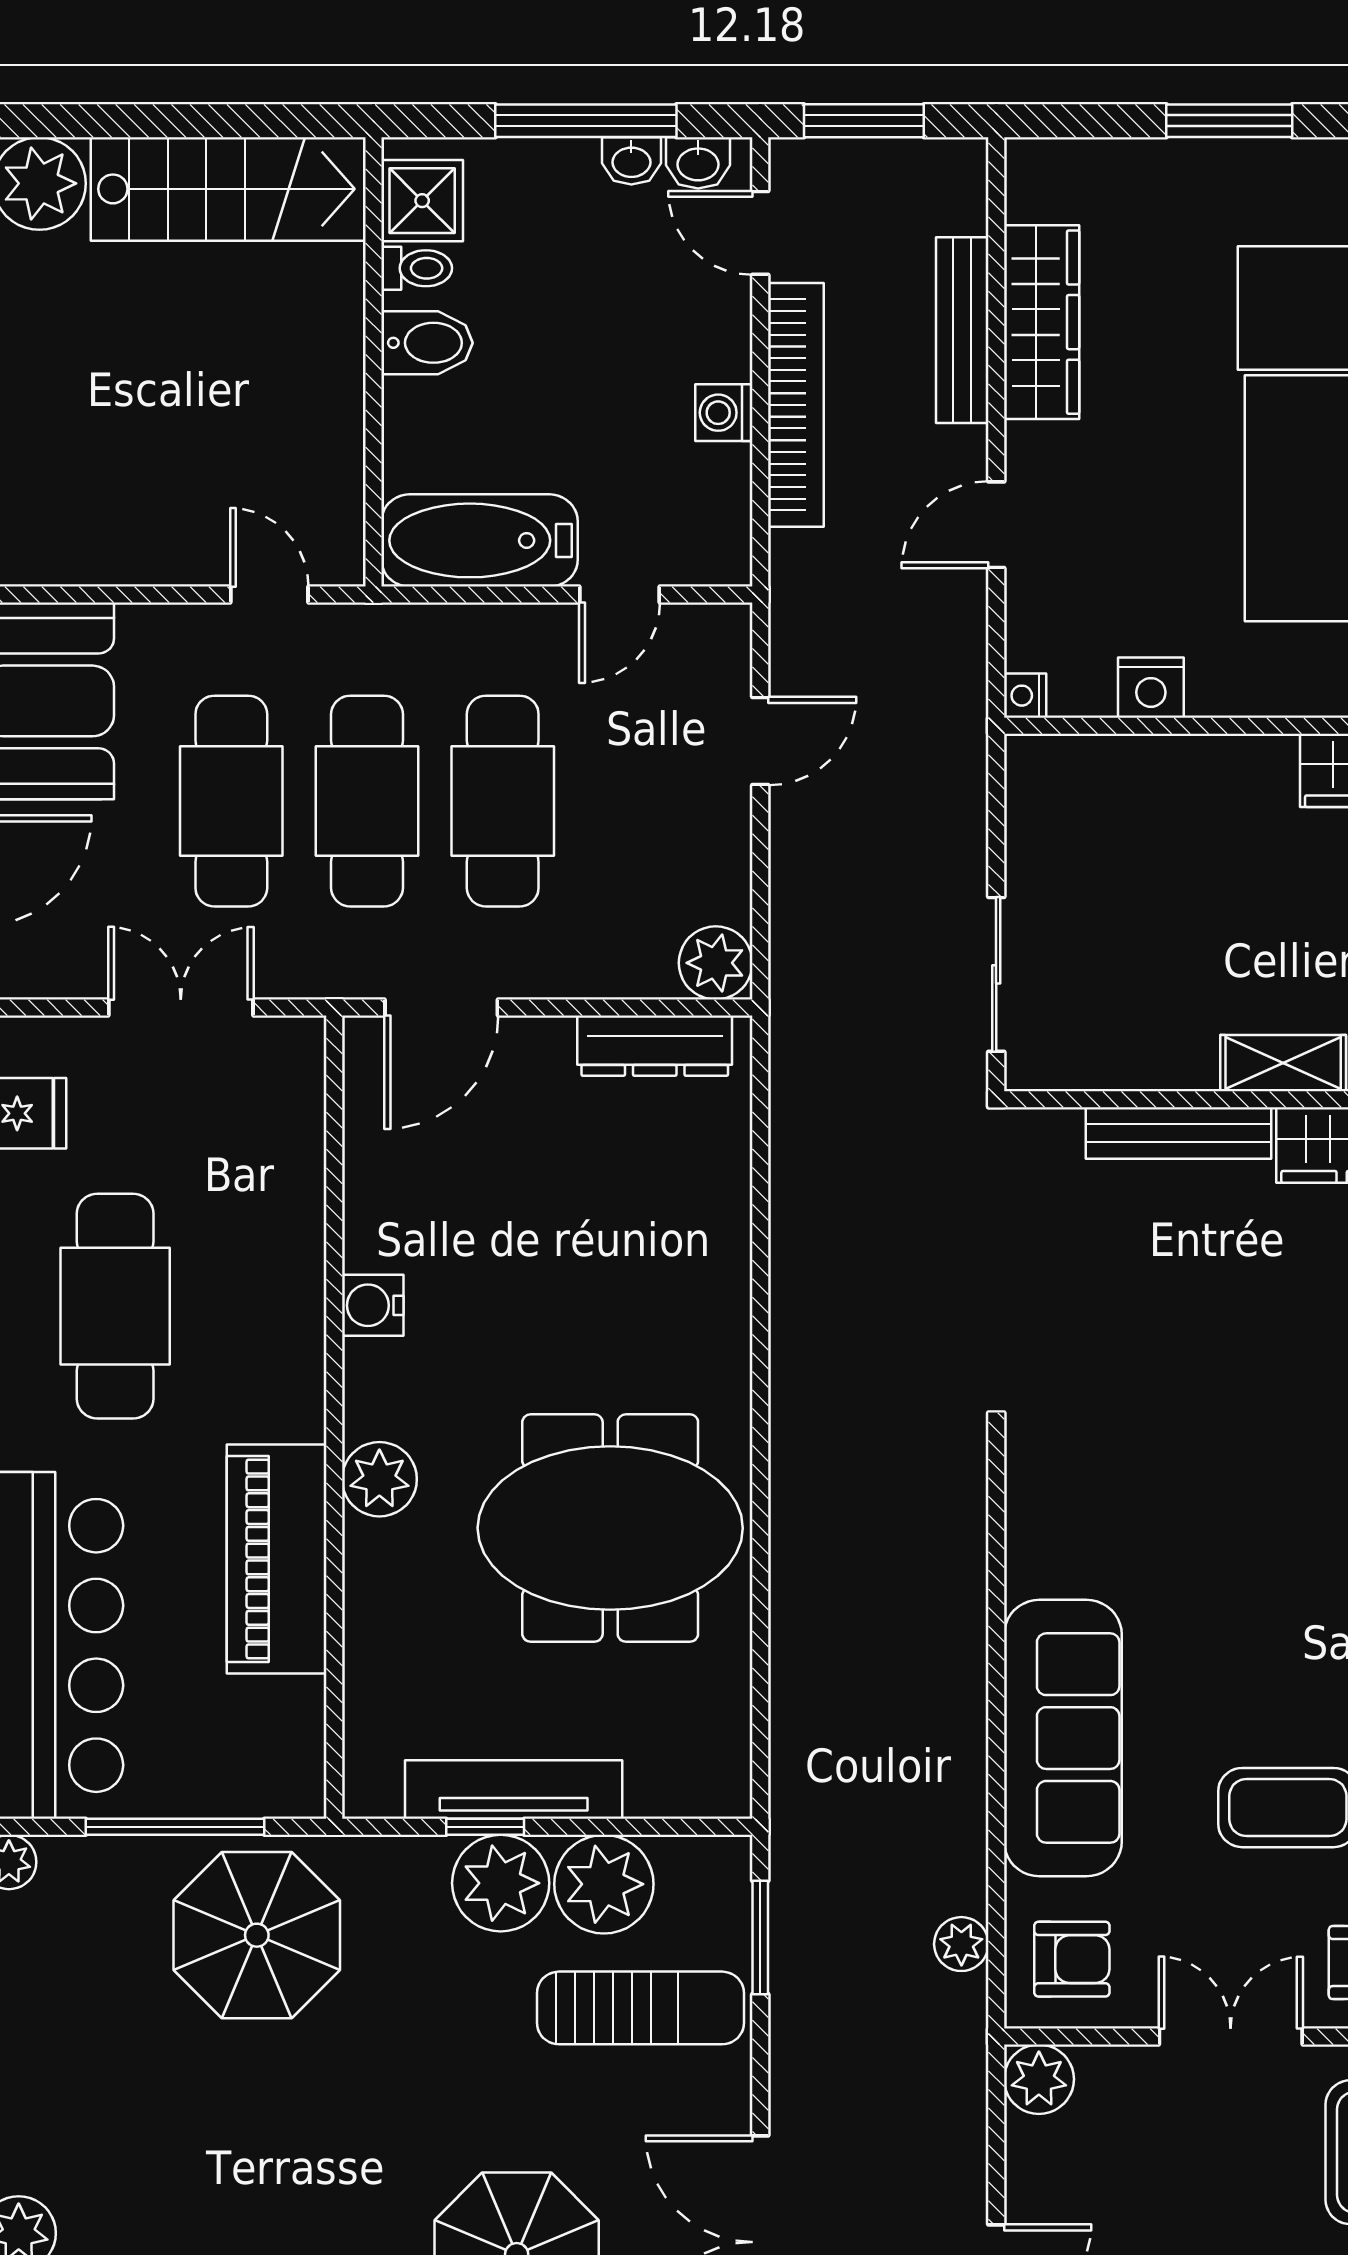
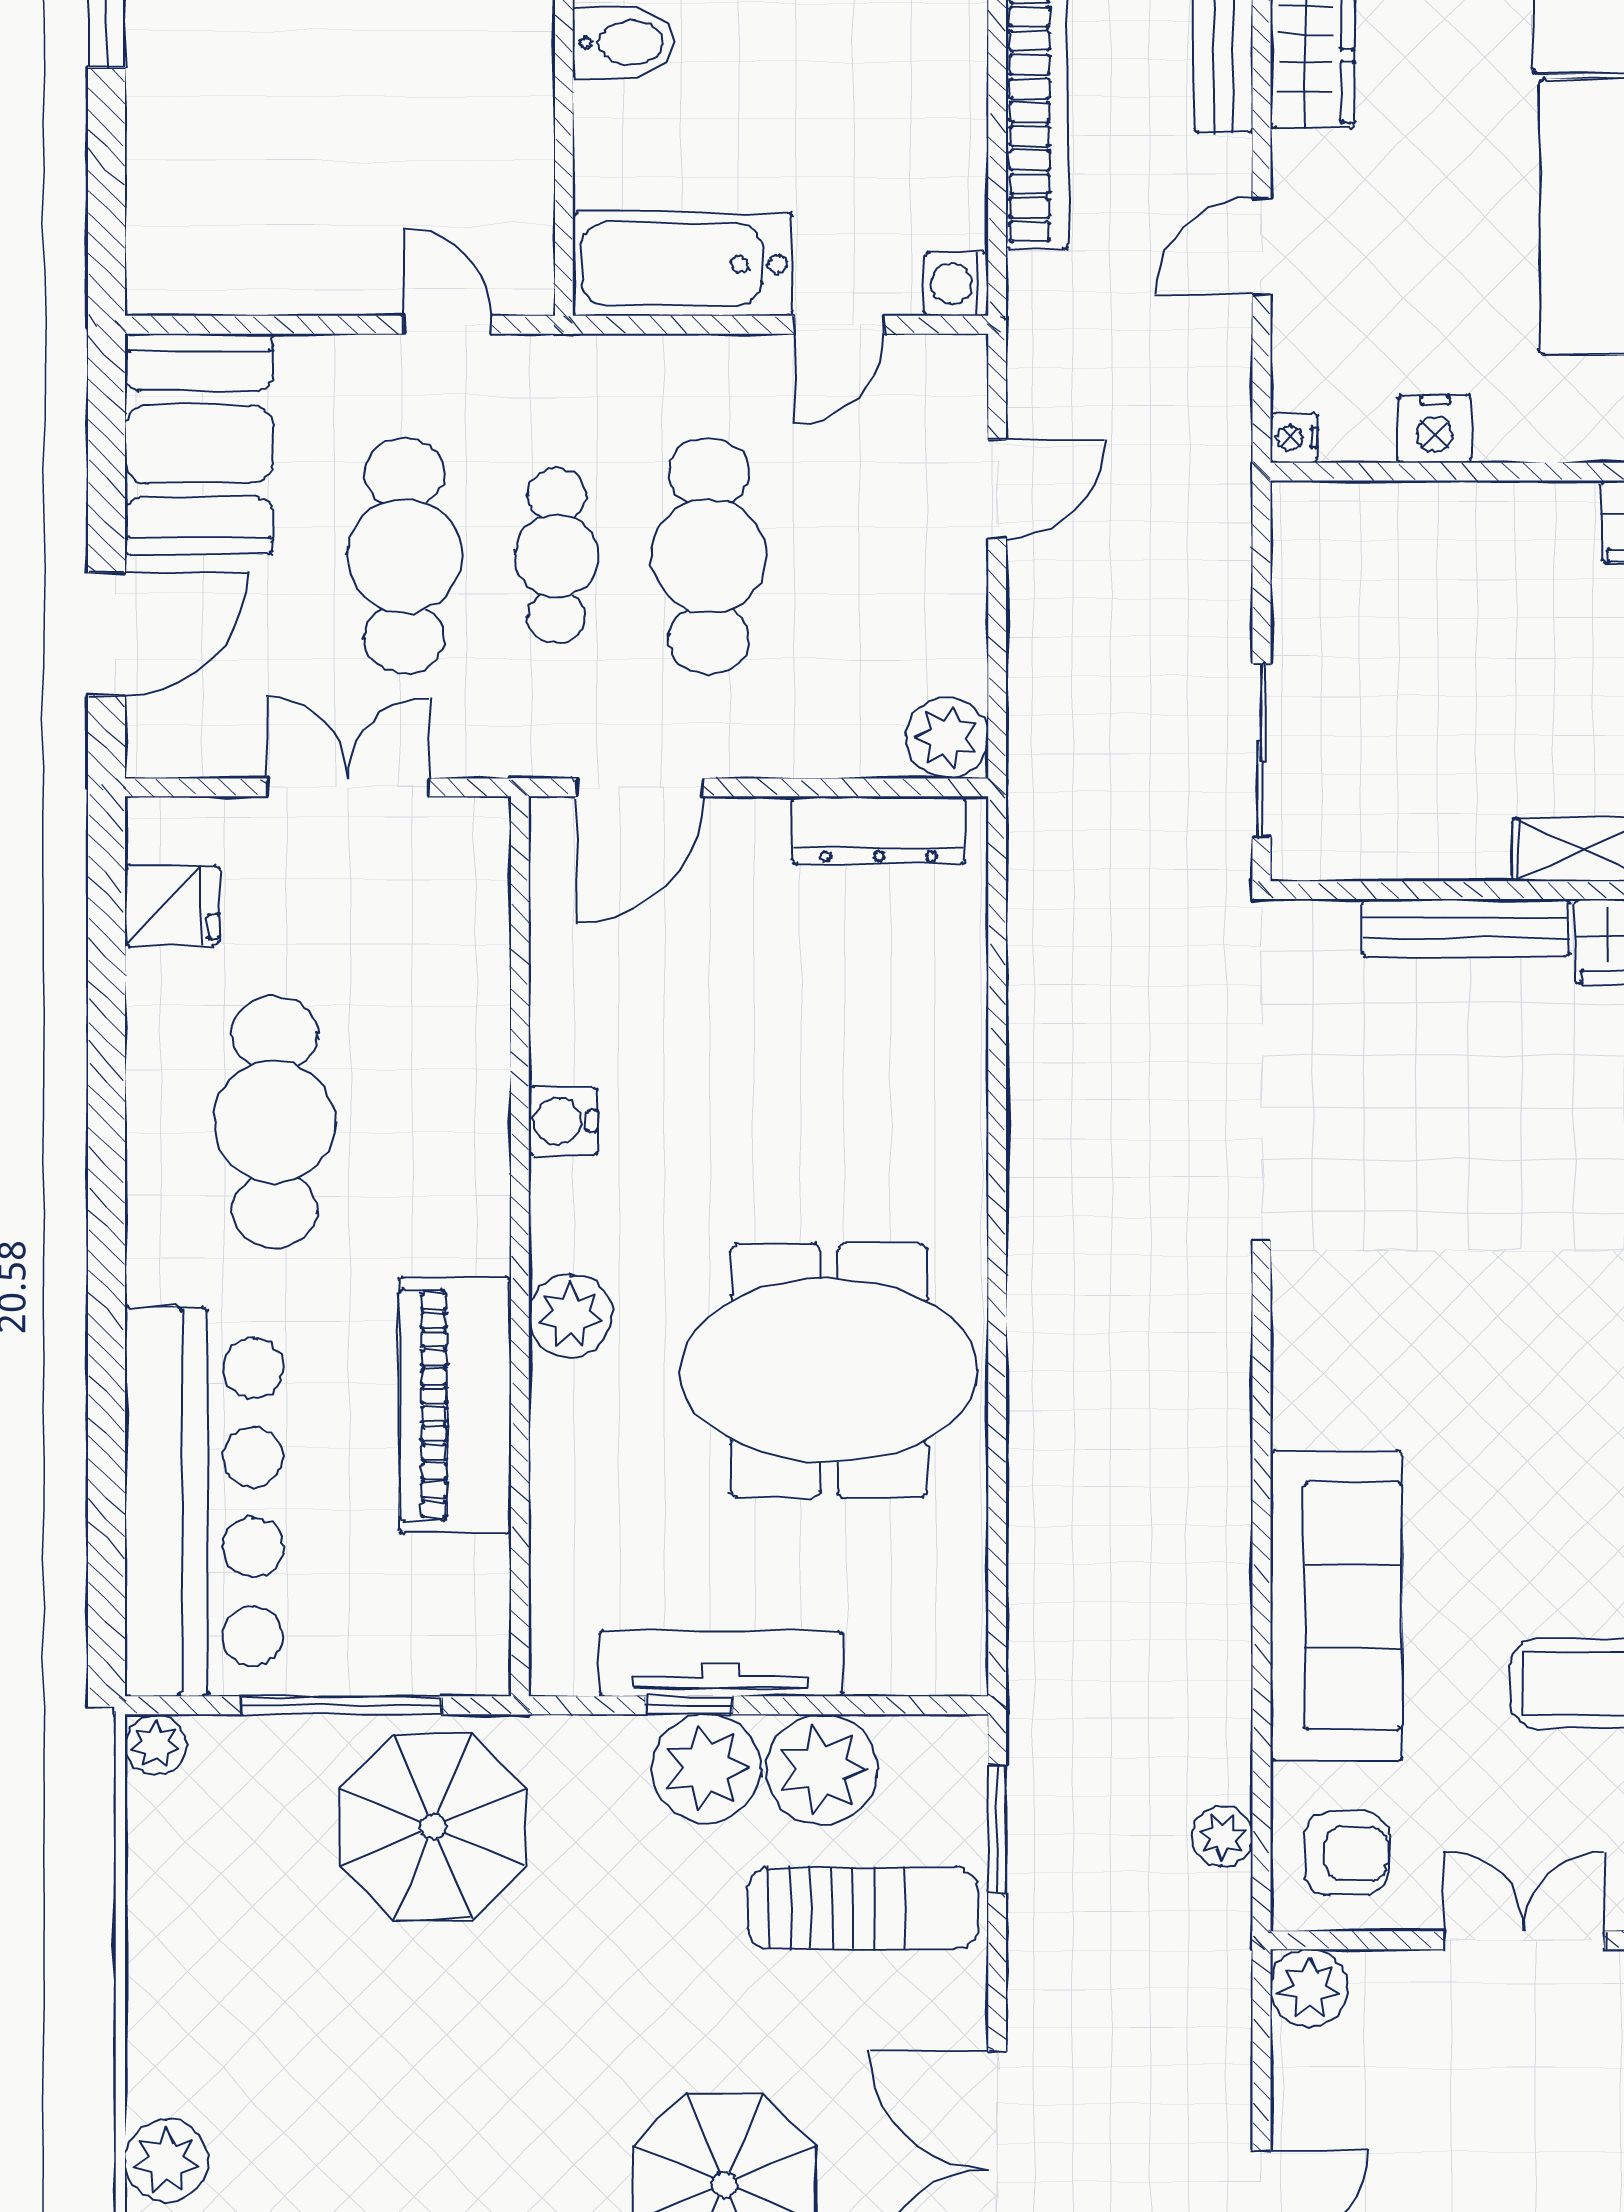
washing machine: (724, 413) -> (956, 284), moved
cafe table: (367, 801) -> (557, 556), width x0.73, depth x0.74

